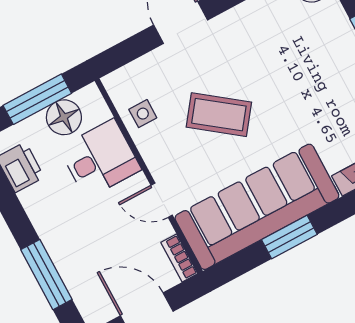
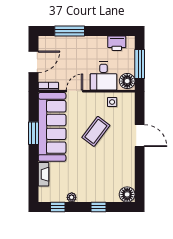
floor lamp: (64, 117) -> (127, 81), moved

